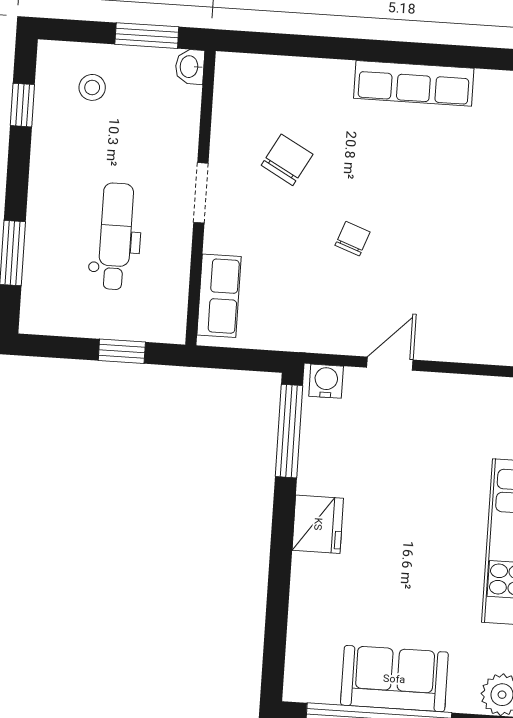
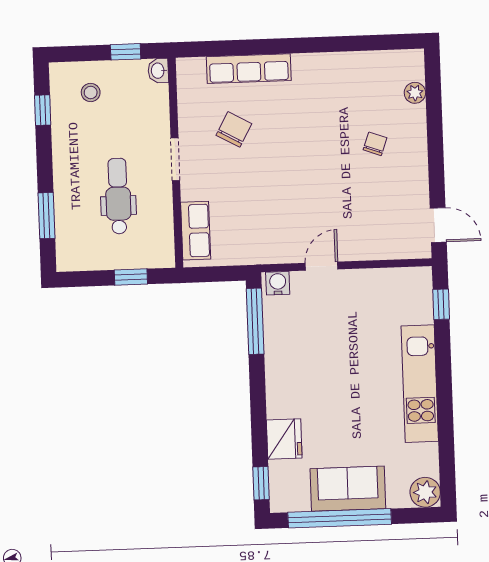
window: (147, 36) -> (126, 52), width x0.67
row of seats: (414, 83) -> (249, 69), moved
chair: (353, 239) -> (375, 144), moved
fridge: (318, 524) -> (284, 439), moved
window: (274, 658) -> (261, 483), added

